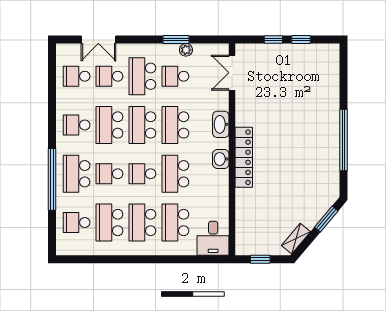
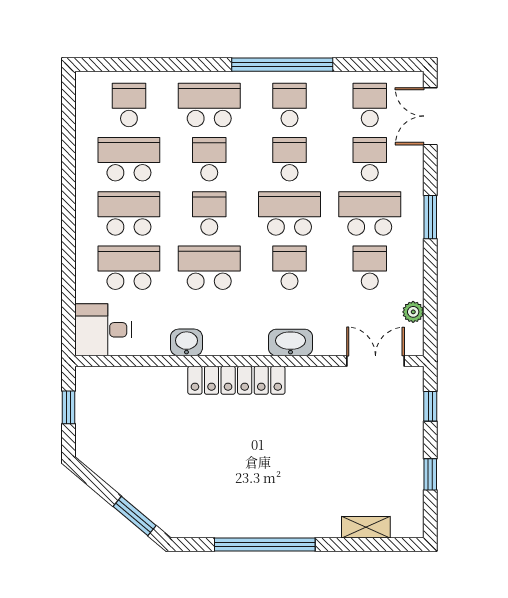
double door: (98, 39) -> (430, 116), moved
window: (176, 39) -> (430, 217), moved
window: (273, 39) -> (430, 406), moved
plant: (186, 50) -> (413, 312), moved
school desk: (109, 125) -> (289, 159), width x0.54
school desk: (175, 125) -> (289, 268), width x0.54
washbasin: (221, 159) -> (186, 342), moved
window: (52, 179) -> (282, 65), moved
shelving: (296, 239) -> (366, 527), moved, turned -40

